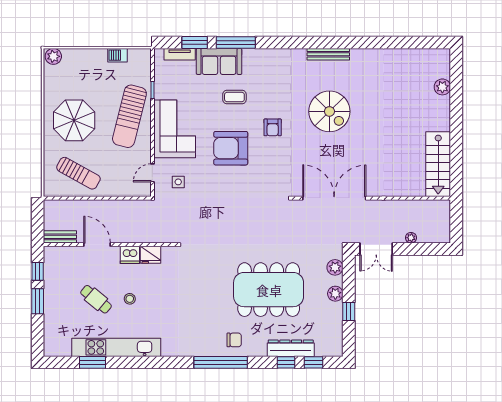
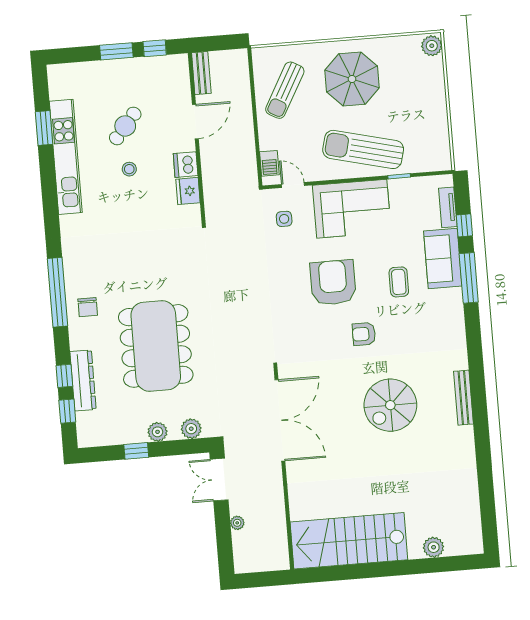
window: (195, 43) -> (464, 225), width x0.67
barbecue: (118, 55) -> (269, 163), moved, turned 180
stairs: (438, 164) -> (349, 541), width x1.36, depth x1.51

